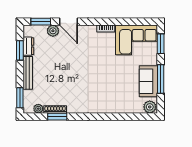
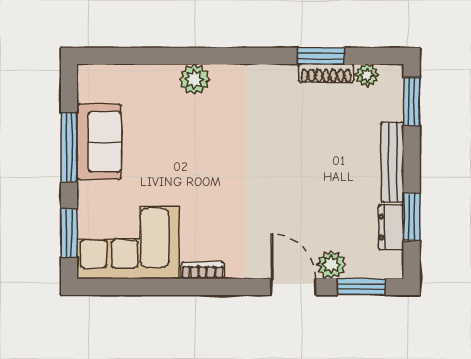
plant: (150, 107) -> (194, 79), moved

